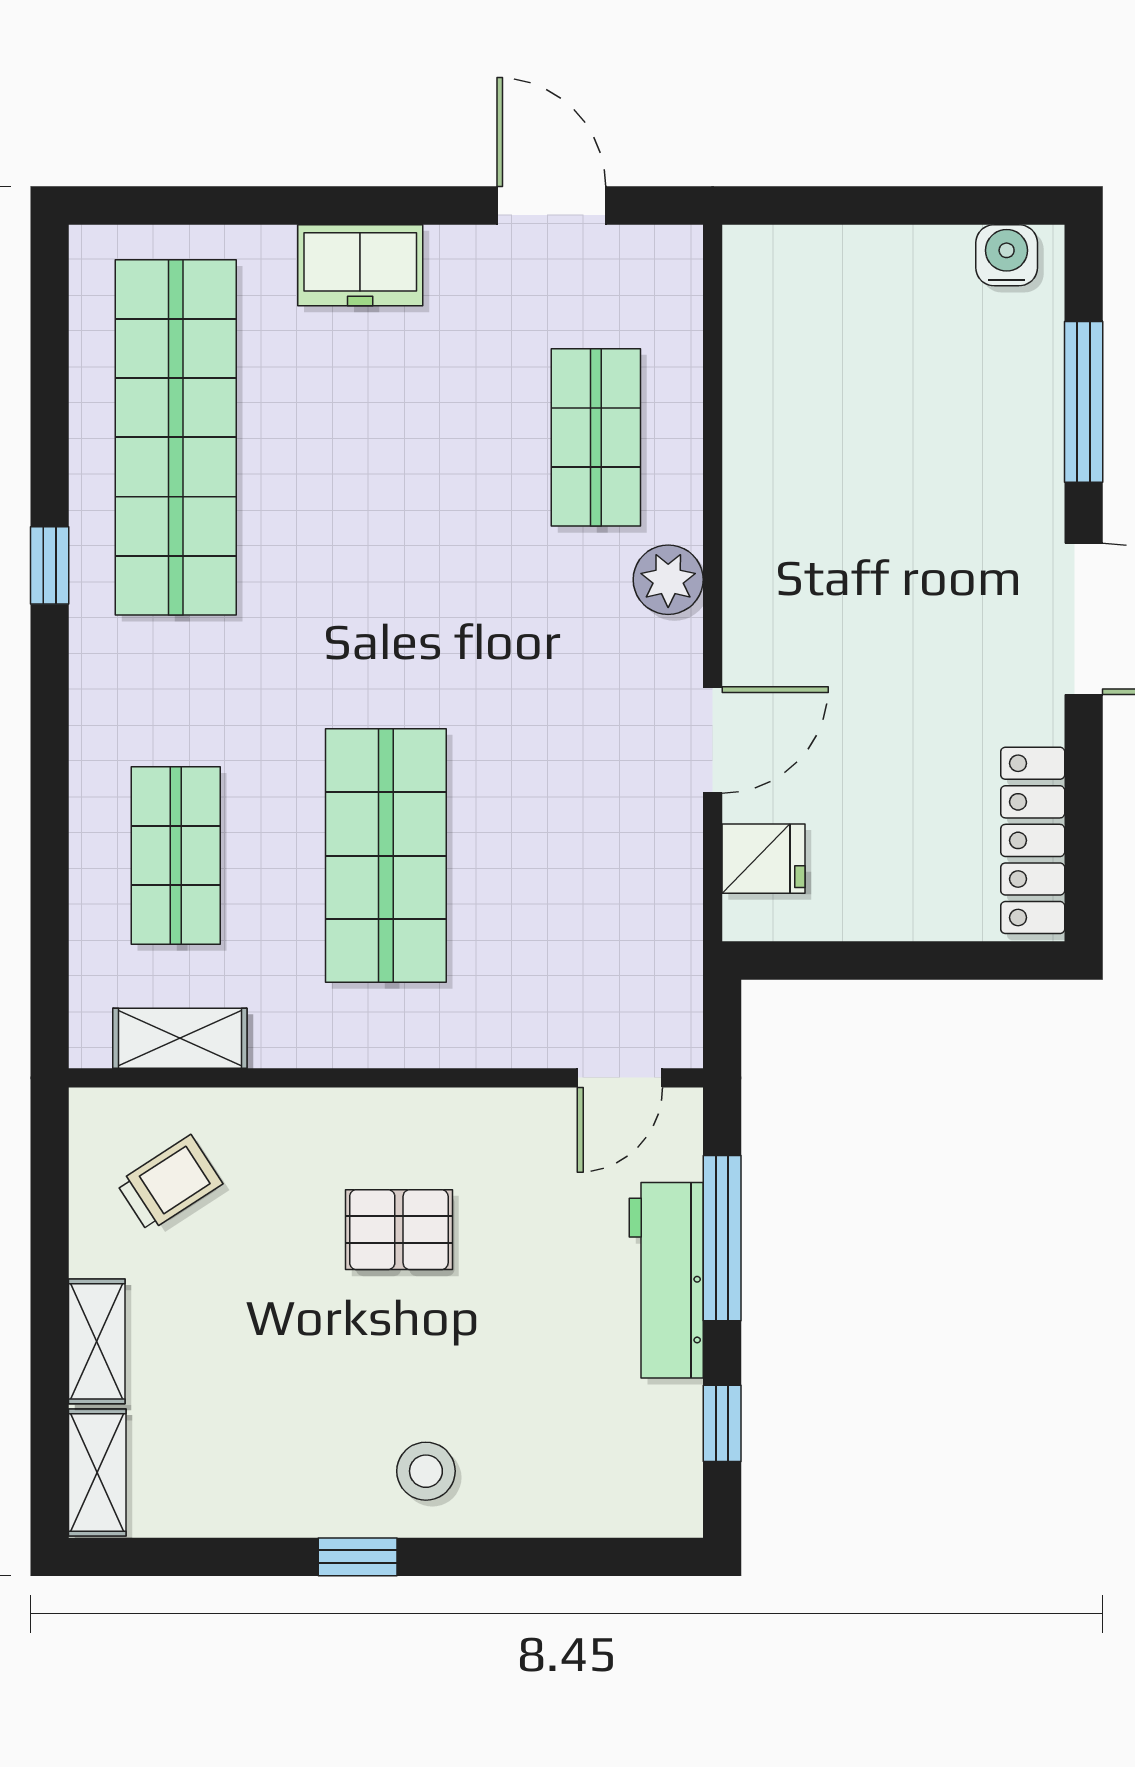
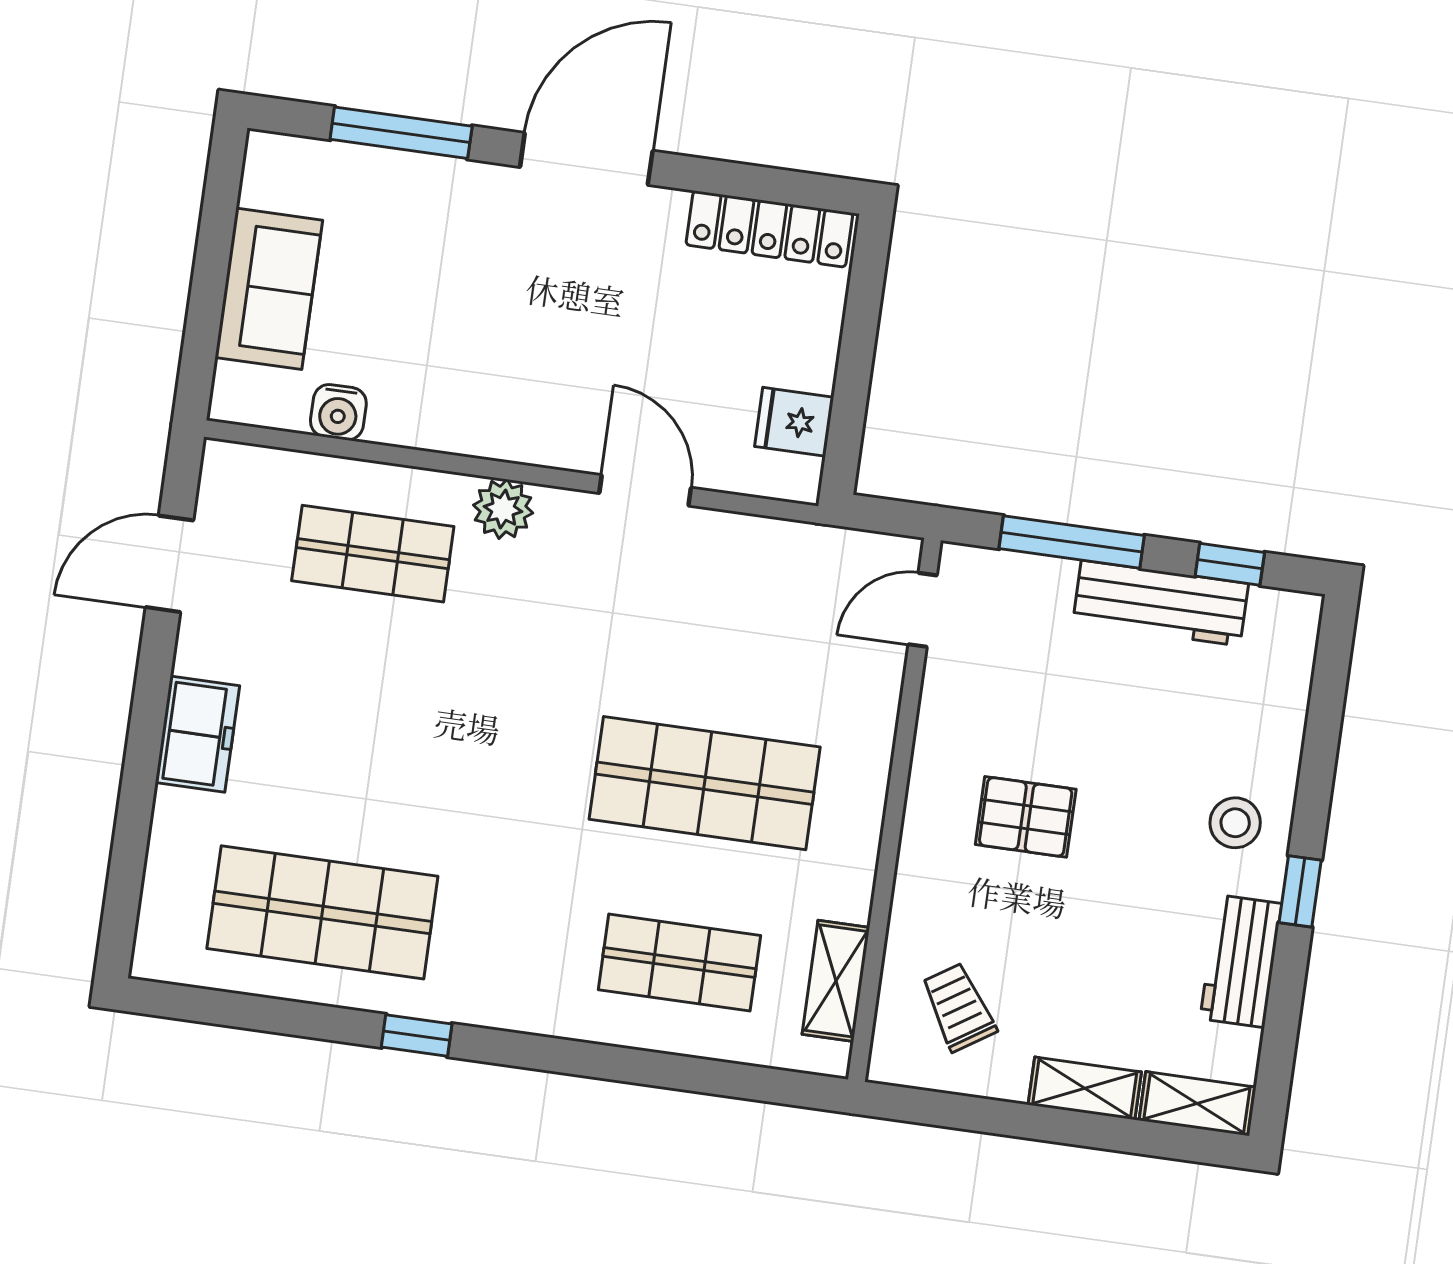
water cooler: (1007, 255) -> (338, 412), moved, turned -90
sofa: (883, 275) -> (269, 289), added
shop shelf: (176, 437) -> (322, 912), width x0.71
fridge: (763, 859) -> (794, 422), moved, turned -90
door: (620, 1078) -> (923, 610), swing flipped
pallet: (399, 1230) -> (1026, 817), turned 90
workbench: (666, 1280) -> (1161, 603), moved
workbench: (268, 1500) -> (1241, 961), added

